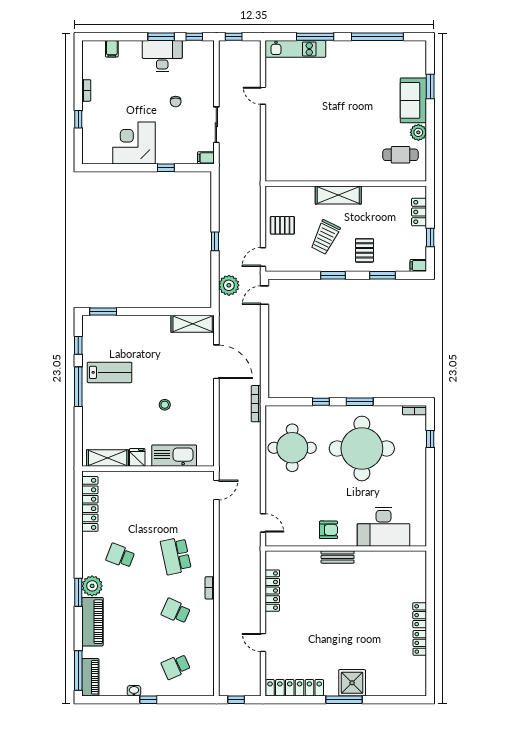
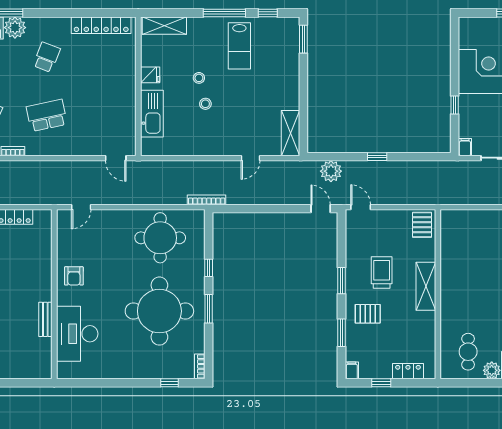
pallet: (282, 225) -> (422, 225), moved
trolley: (325, 237) -> (382, 272), turned 64
door: (216, 362) -> (250, 158), width x0.53
stool: (140, 411) -> (199, 78), added
shelving: (108, 458) -> (164, 26), moved, turned 90
bench: (338, 557) -> (45, 319), moved

